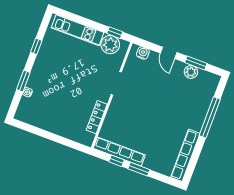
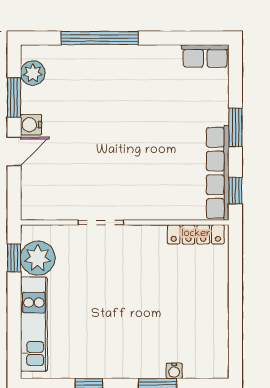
water cooler: (143, 53) -> (31, 125), moved
plant: (191, 72) -> (33, 73), moved
locker: (97, 117) -> (196, 234), moved
row of seats: (185, 155) -> (205, 56), width x0.50
window: (116, 161) -> (235, 190), moved

